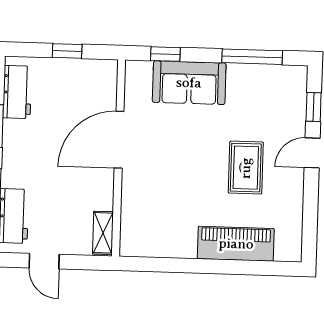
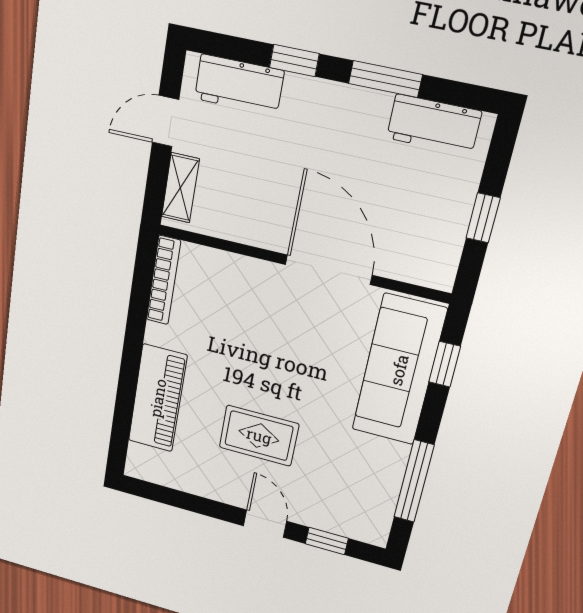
sofa: (189, 83) -> (399, 370), width x1.36
shelving: (103, 233) -> (180, 188), moved, turned 90
bookcase: (150, 250) -> (163, 280), added

